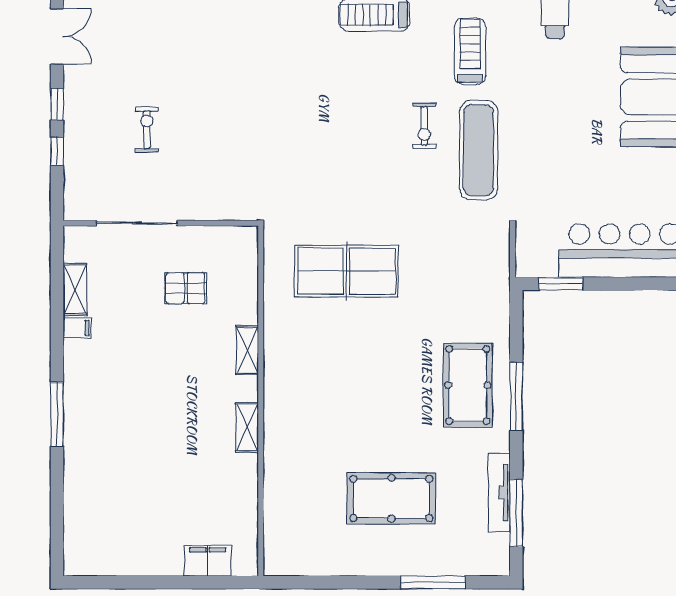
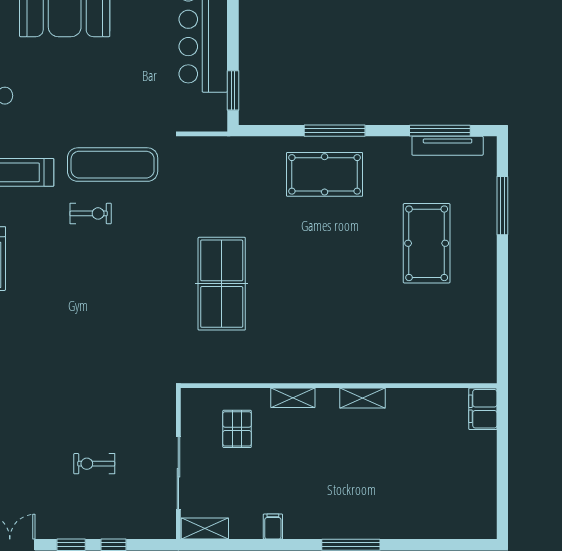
shelving: (75, 289) -> (205, 529), moved
shelving: (247, 350) -> (293, 398), moved
wall: (261, 401) -> (339, 386), moved
shelving: (247, 427) -> (362, 398), moved
tv unit: (499, 492) -> (448, 146), moved

